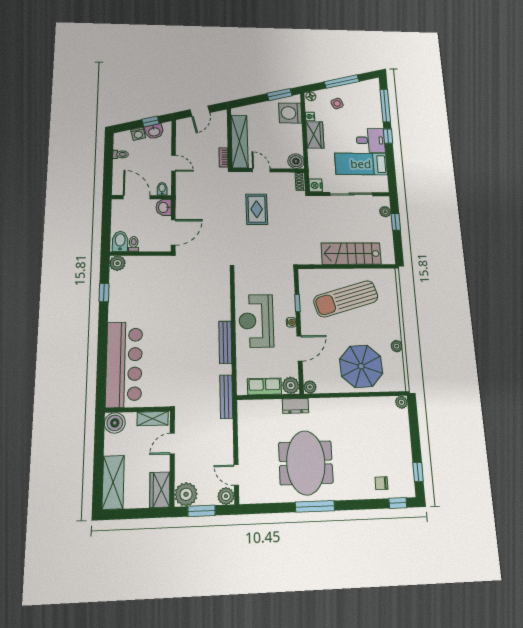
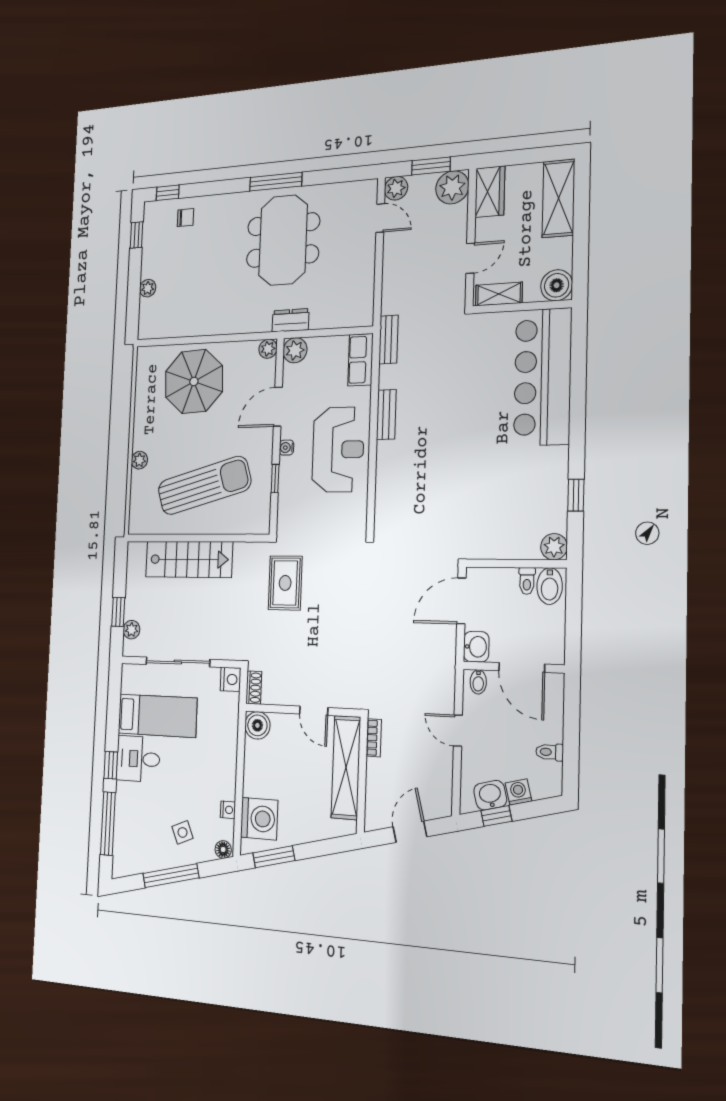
wardrobe: (315, 135) -> (223, 774), removed
rug: (257, 209) -> (285, 583), moved
bench: (225, 342) -> (386, 415), width x0.73
plant: (397, 346) -> (139, 460), moved
row of seats: (264, 386) -> (360, 360), moved, turned 90
bench: (226, 397) -> (388, 340), width x0.73
plant: (401, 402) -> (148, 288), moved

